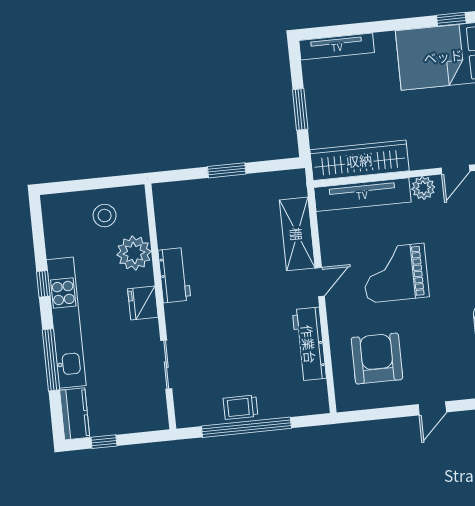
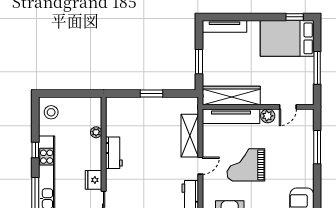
stool: (105, 216) -> (51, 112), moved
plant: (134, 253) -> (96, 132), width x0.53, depth x0.53
fridge: (143, 303) -> (94, 180), moved

